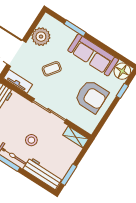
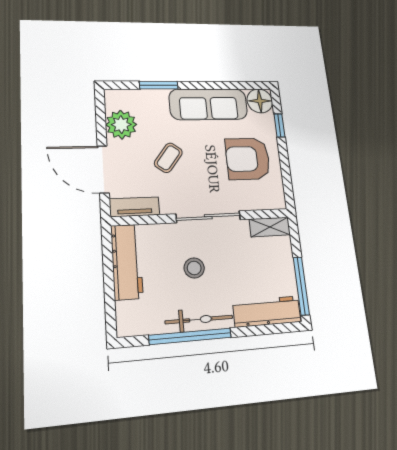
armchair: (91, 96) -> (248, 159), turned 180
stool: (31, 140) -> (194, 268), moved
window: (69, 175) -> (301, 286), width x1.44

